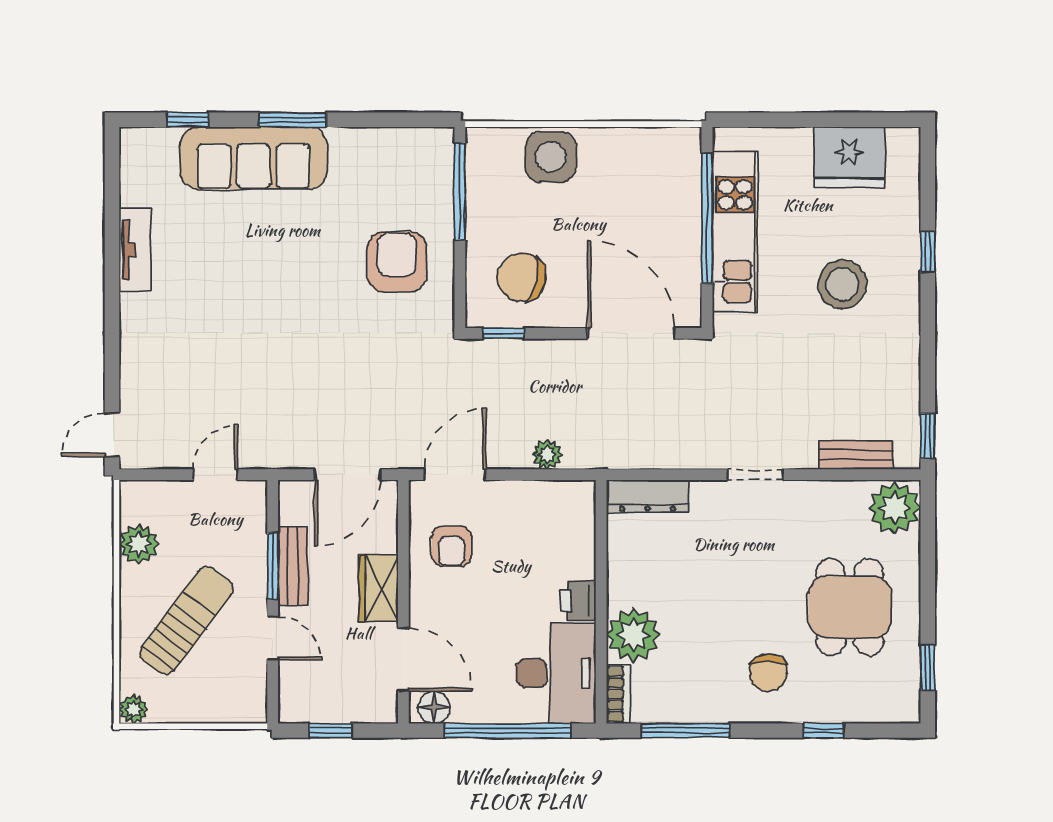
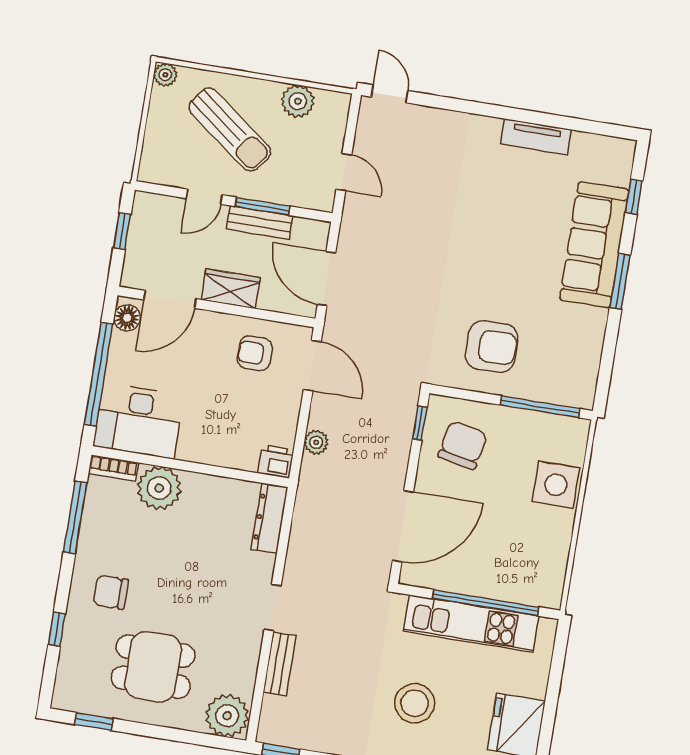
bench: (856, 455) -> (280, 664), moved
printer: (578, 600) -> (276, 461), moved

